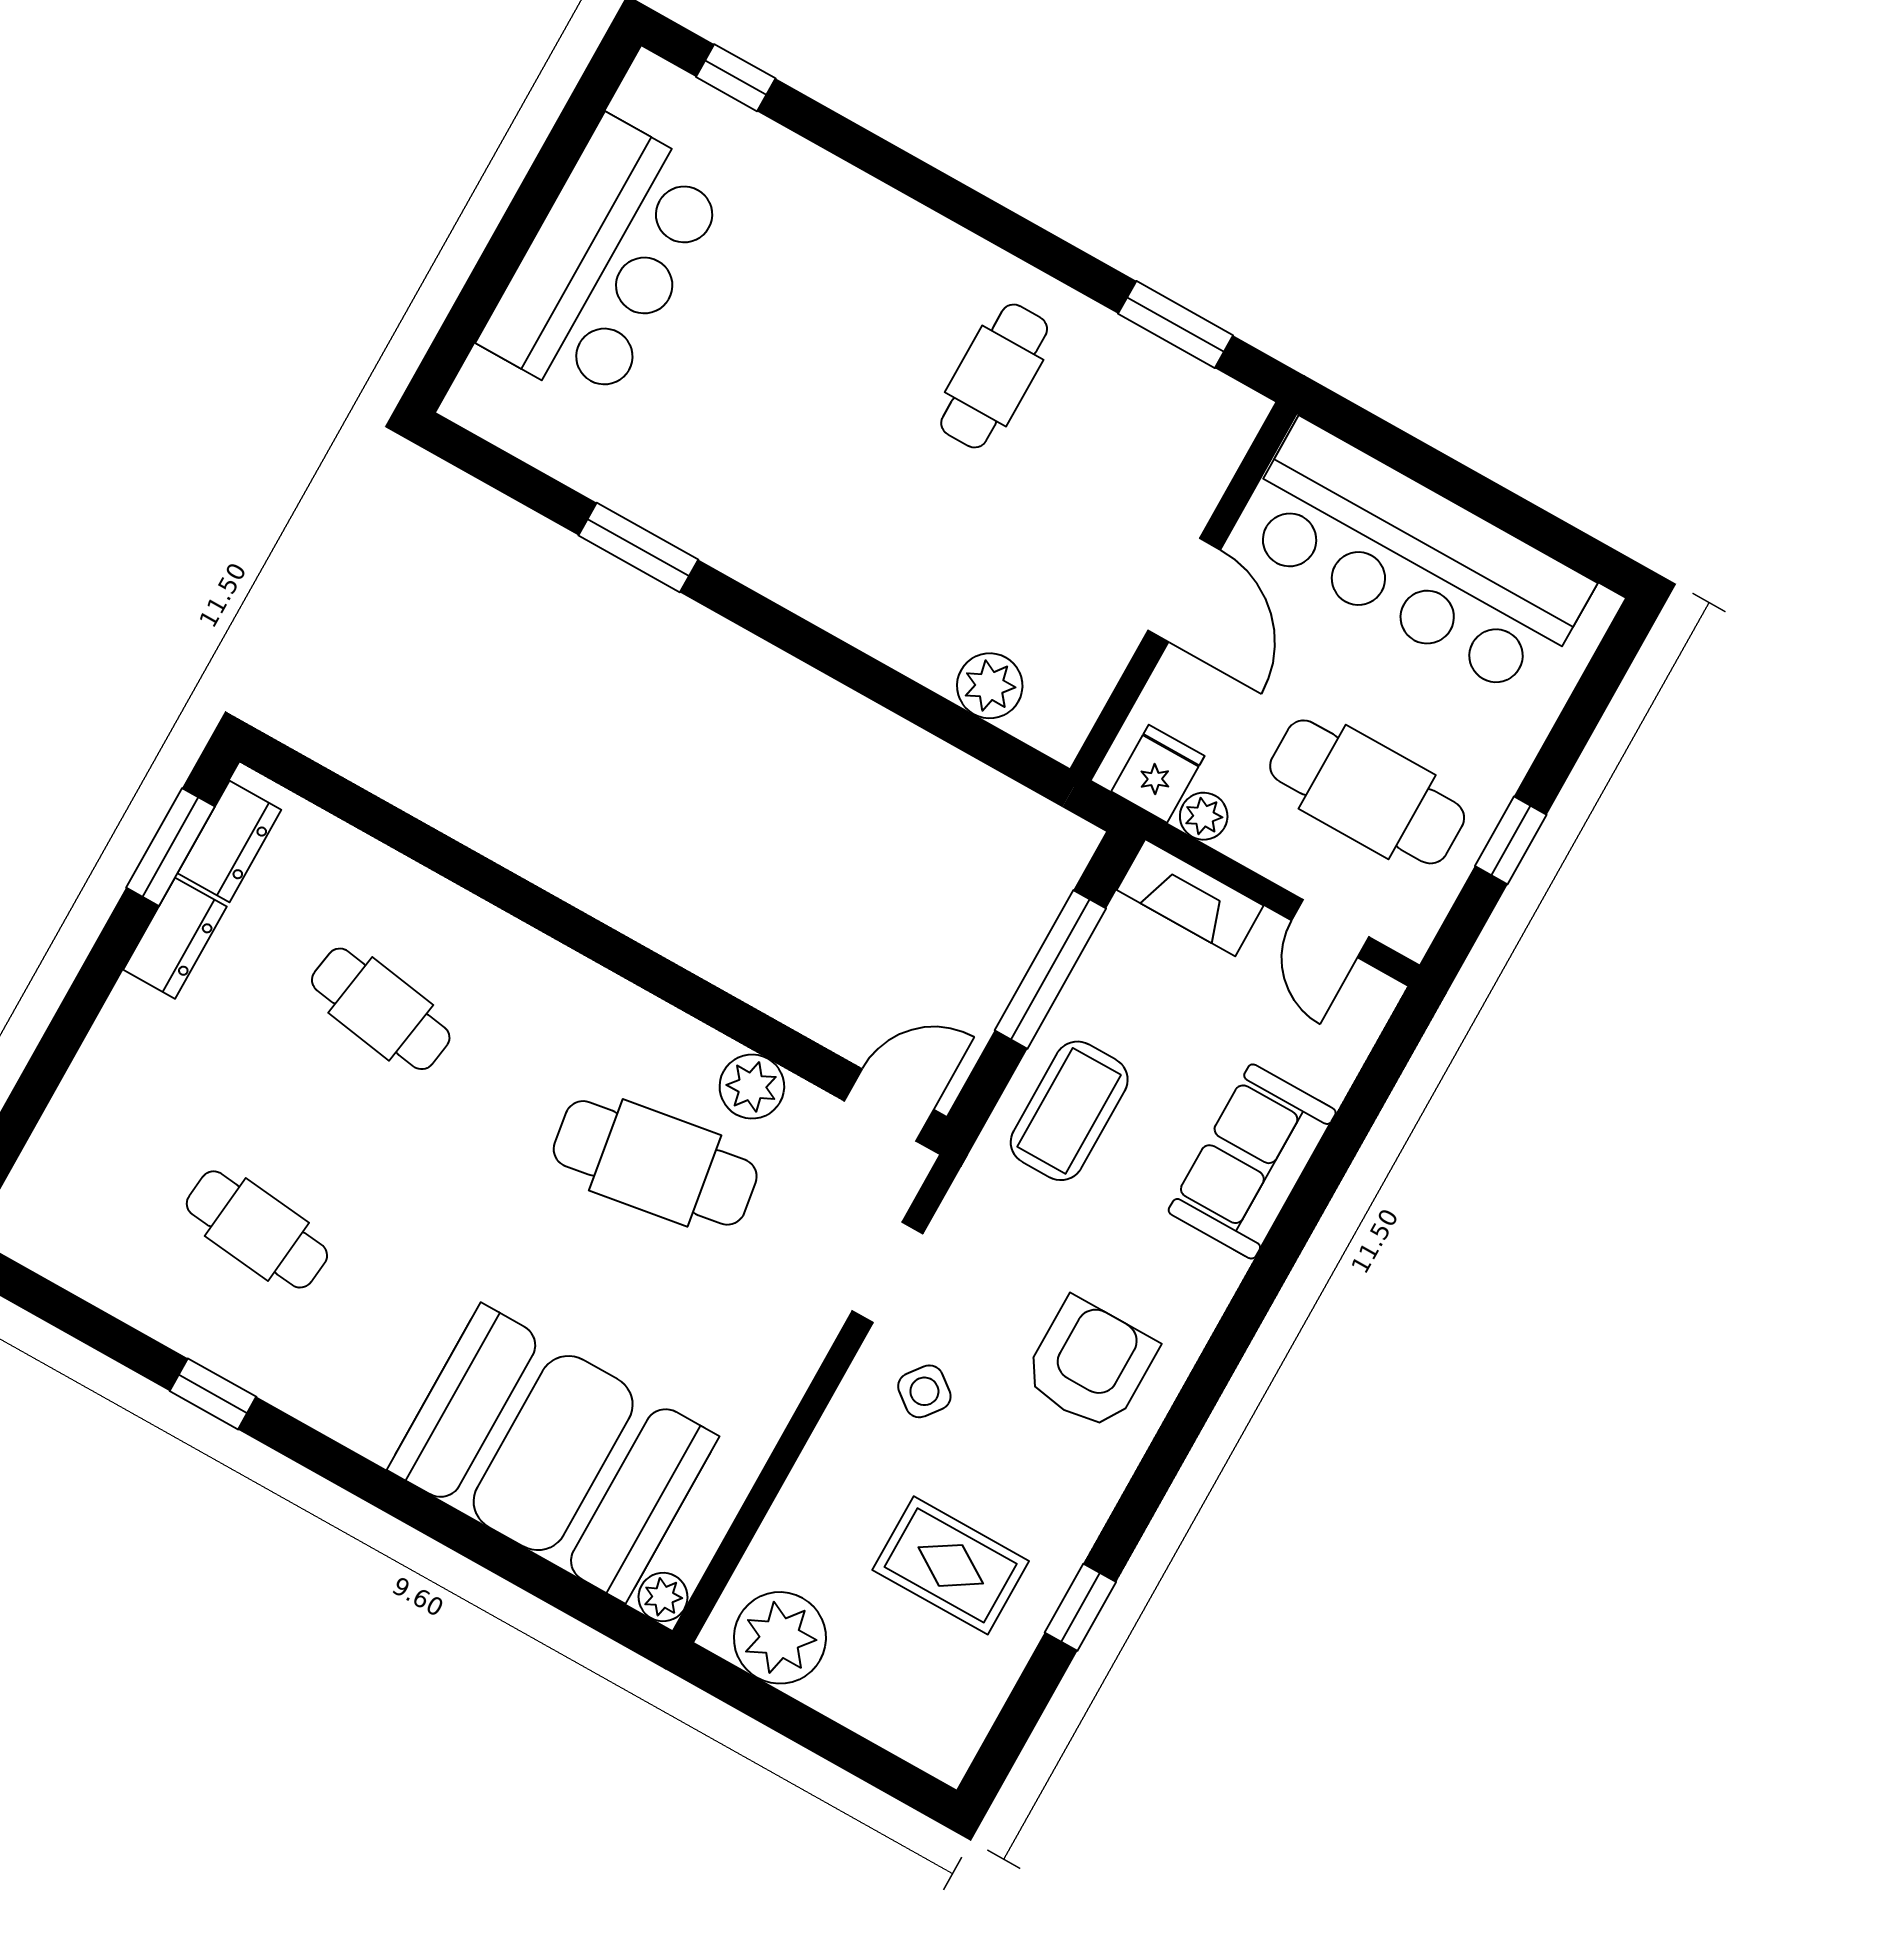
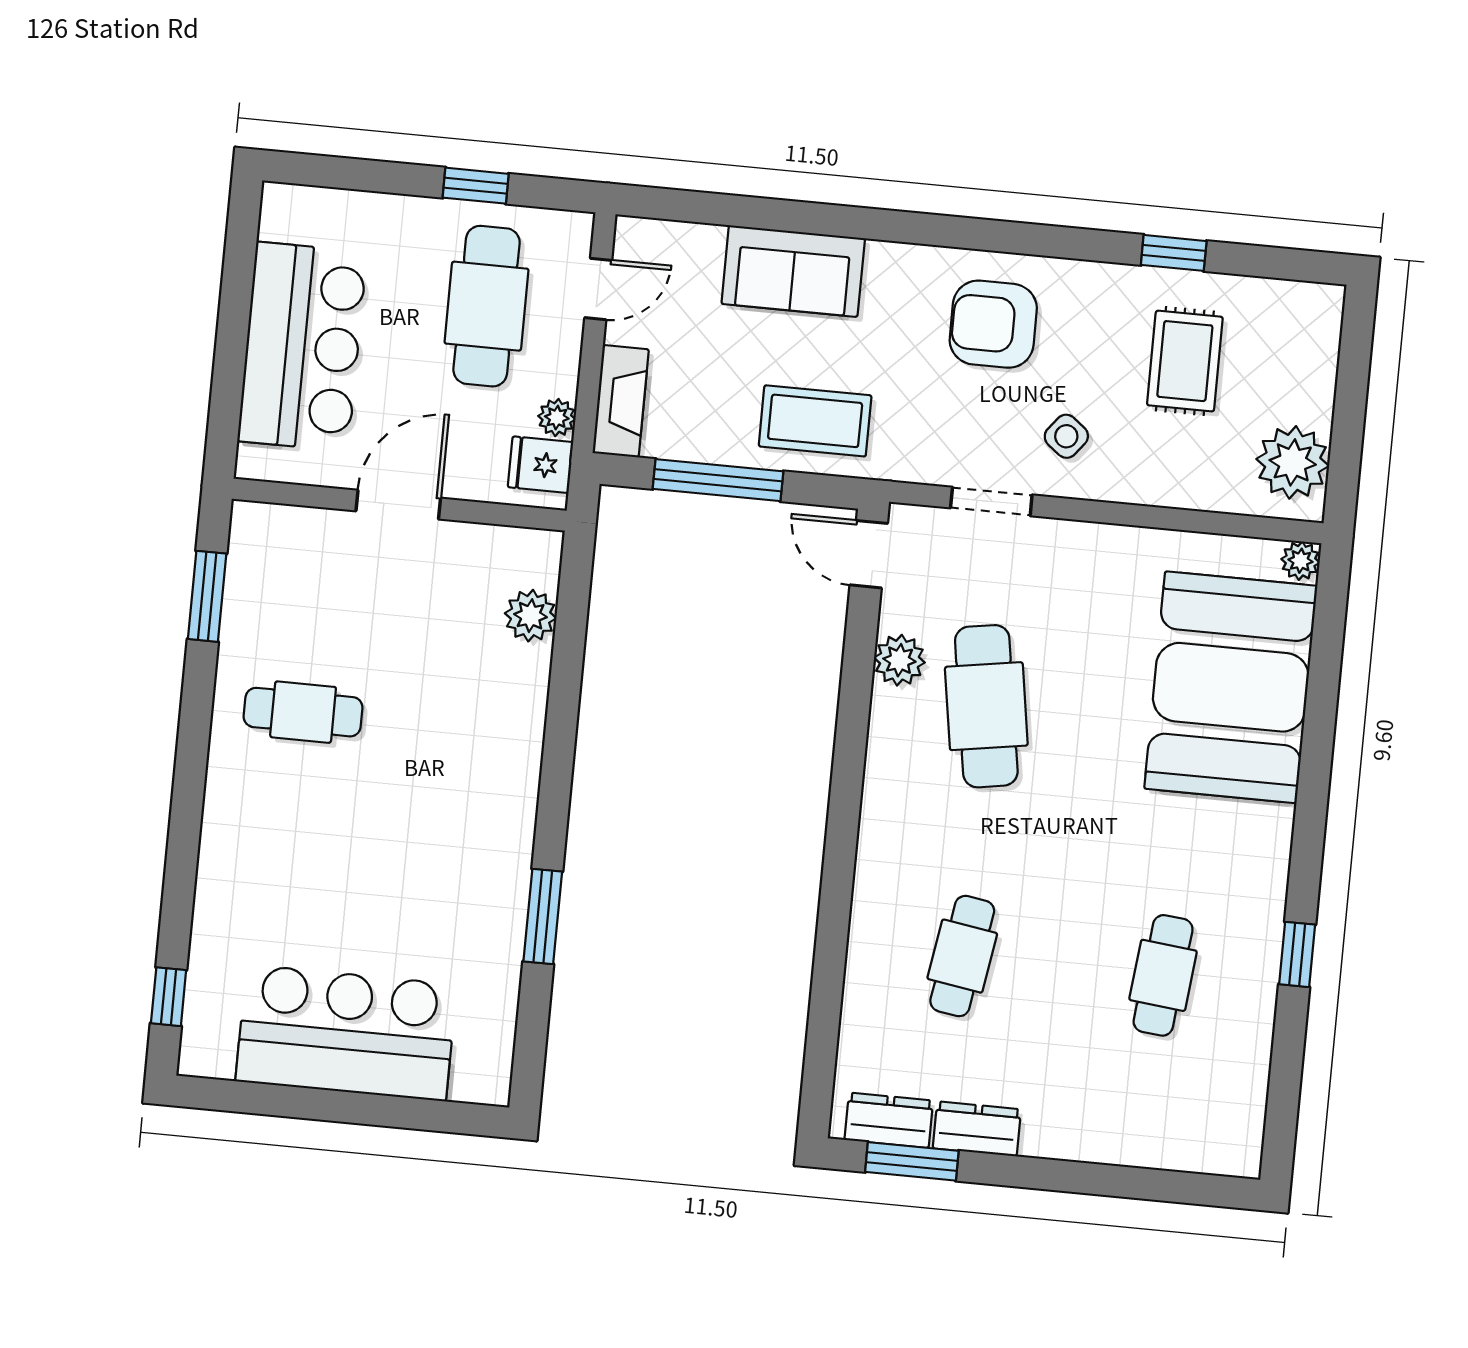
bar counter: (1414, 560) -> (302, 347), width x0.73

